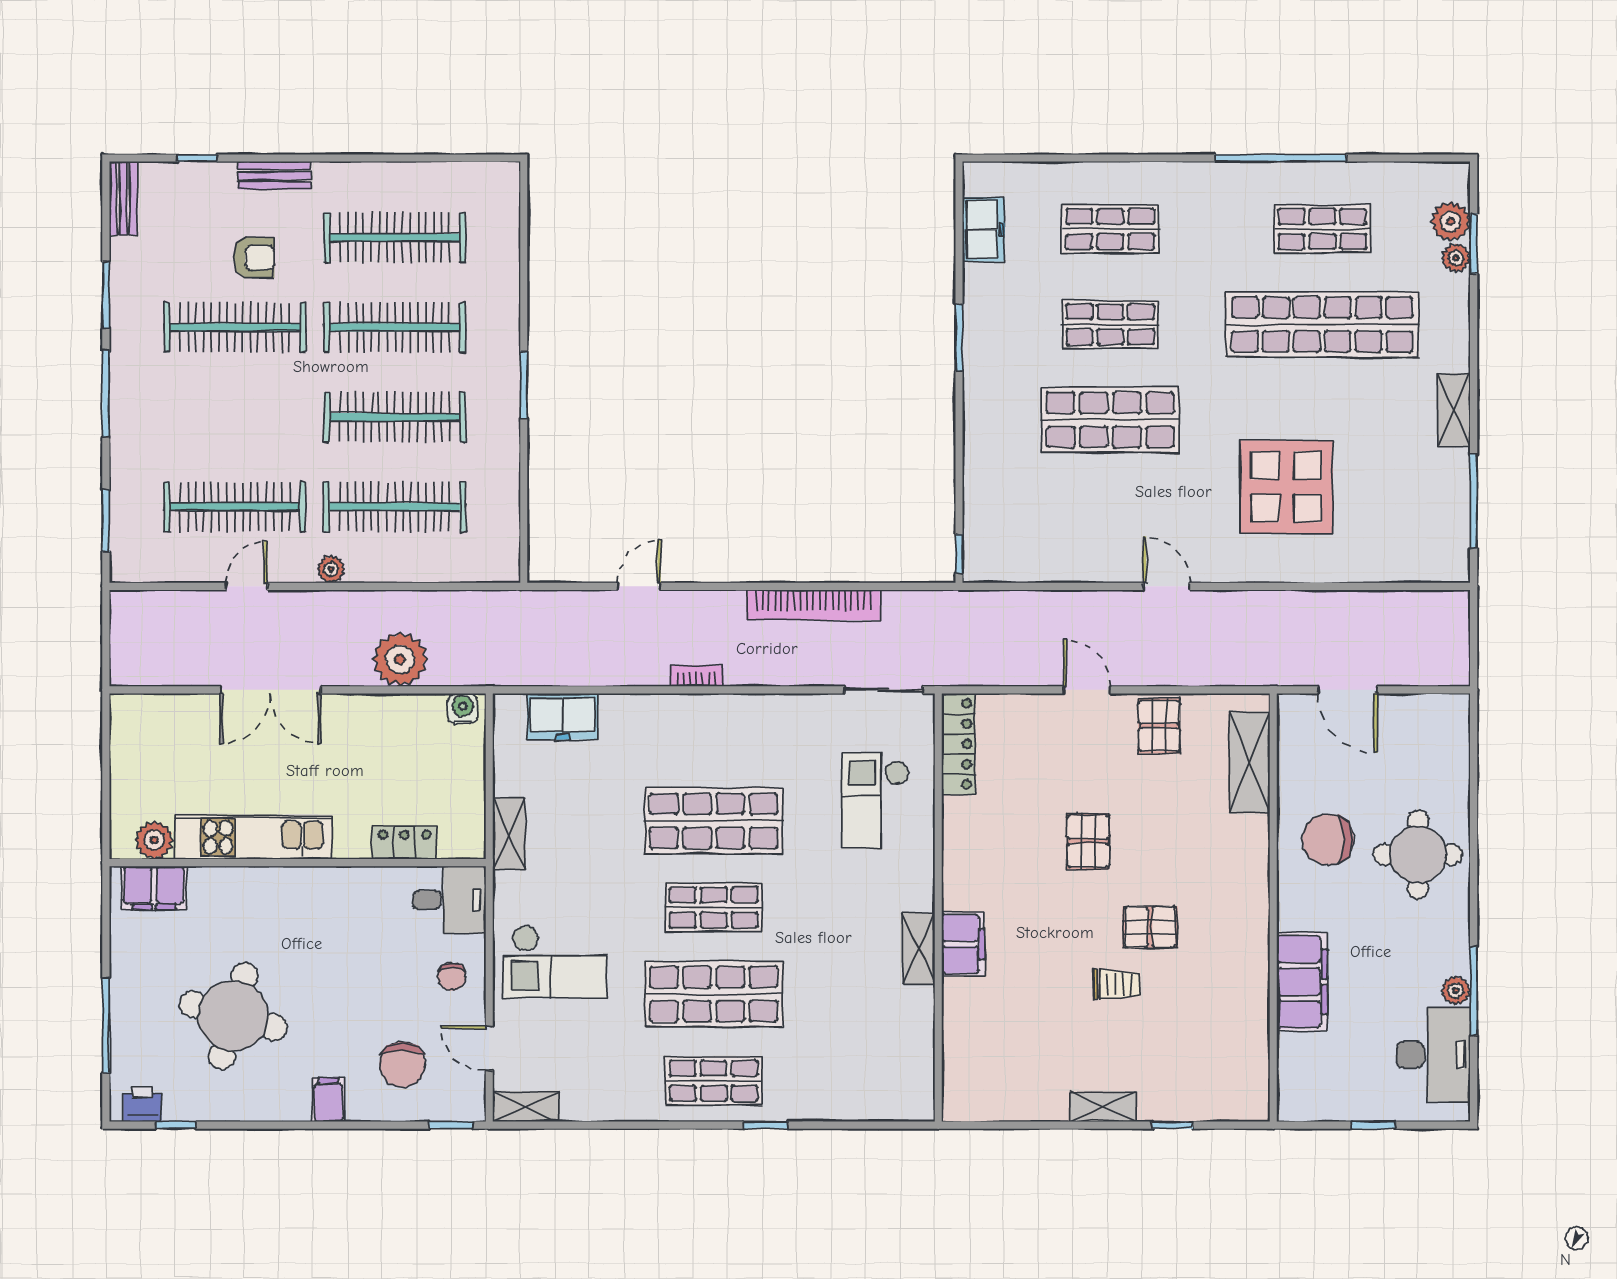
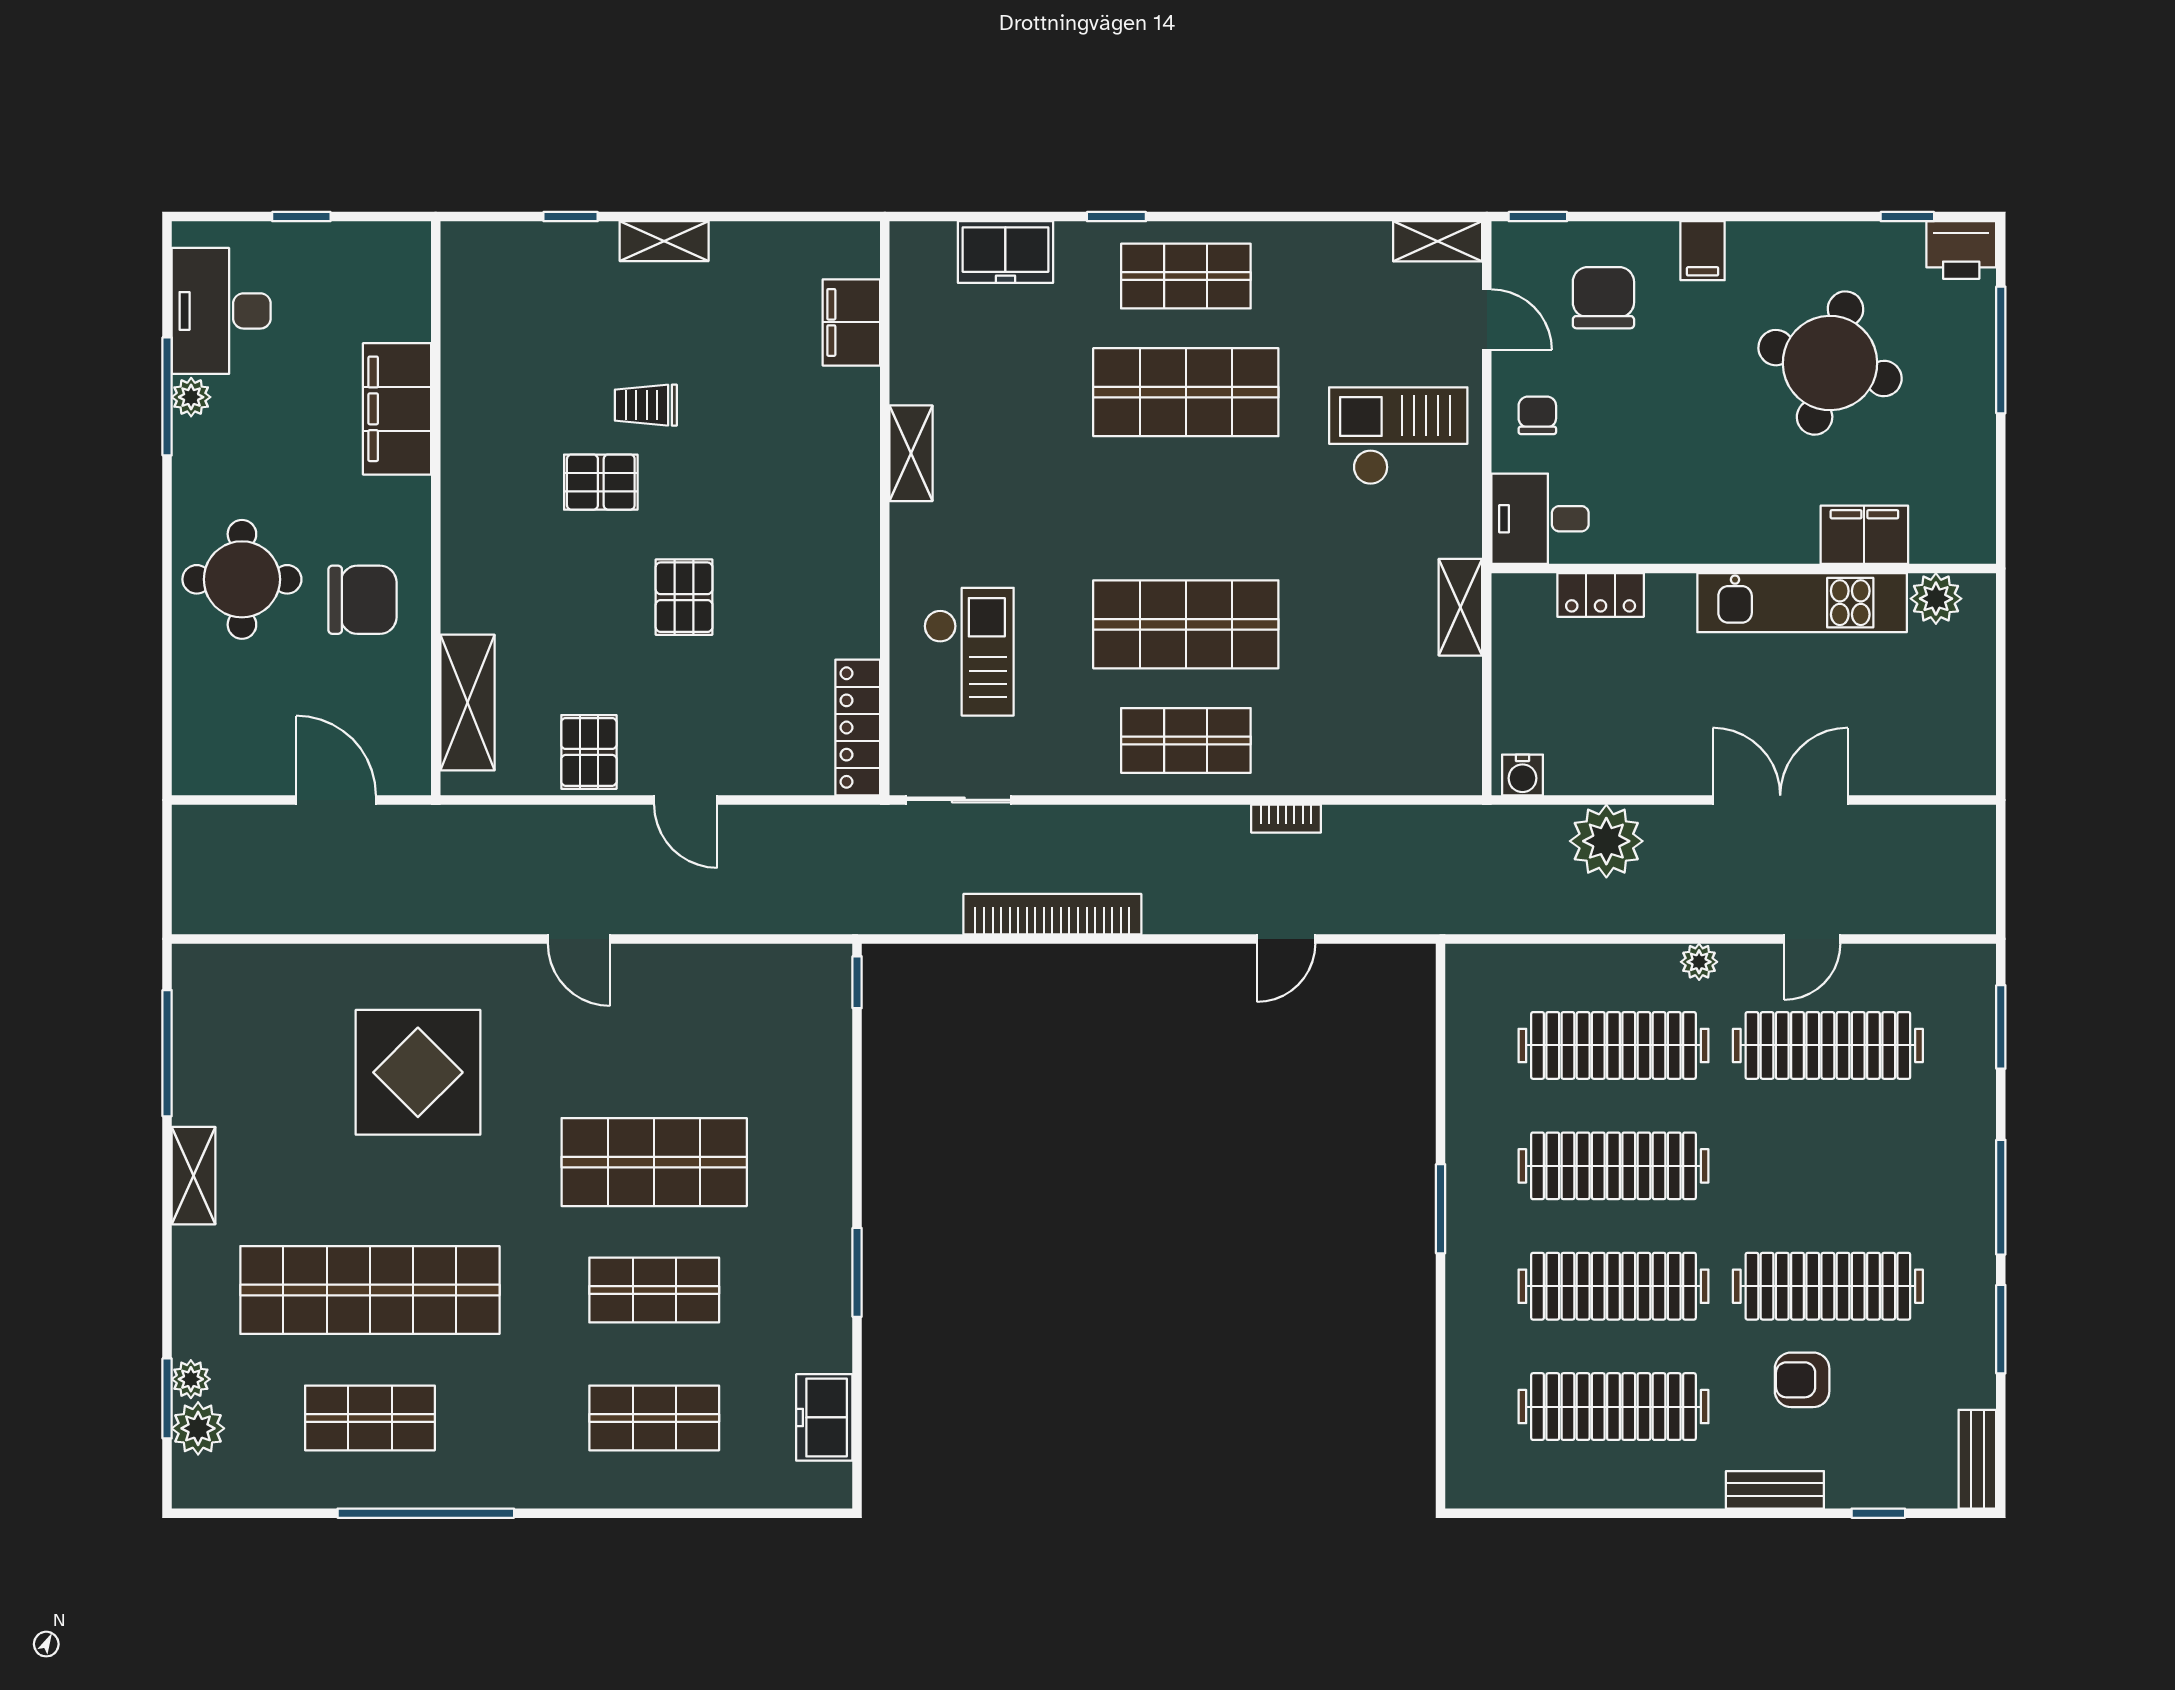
bookcase: (697, 676) -> (1286, 819), moved
freezer: (563, 716) -> (1005, 252), moved, turned 180
filing cabinet: (154, 888) -> (1864, 535), moved
shop shelf: (714, 908) -> (1186, 740), moved
filing cabinet: (963, 944) -> (851, 322), moved
printer: (142, 1104) -> (1961, 250), width x1.36, depth x1.24

